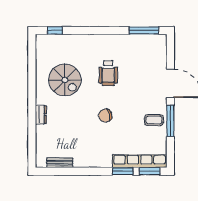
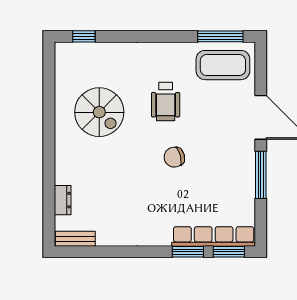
dresser: (41, 115) -> (63, 200), moved
chair: (105, 116) -> (174, 157), moved
coffee table: (154, 120) -> (223, 65), moved, width x1.86, depth x1.72
bench: (60, 163) -> (75, 239), moved

